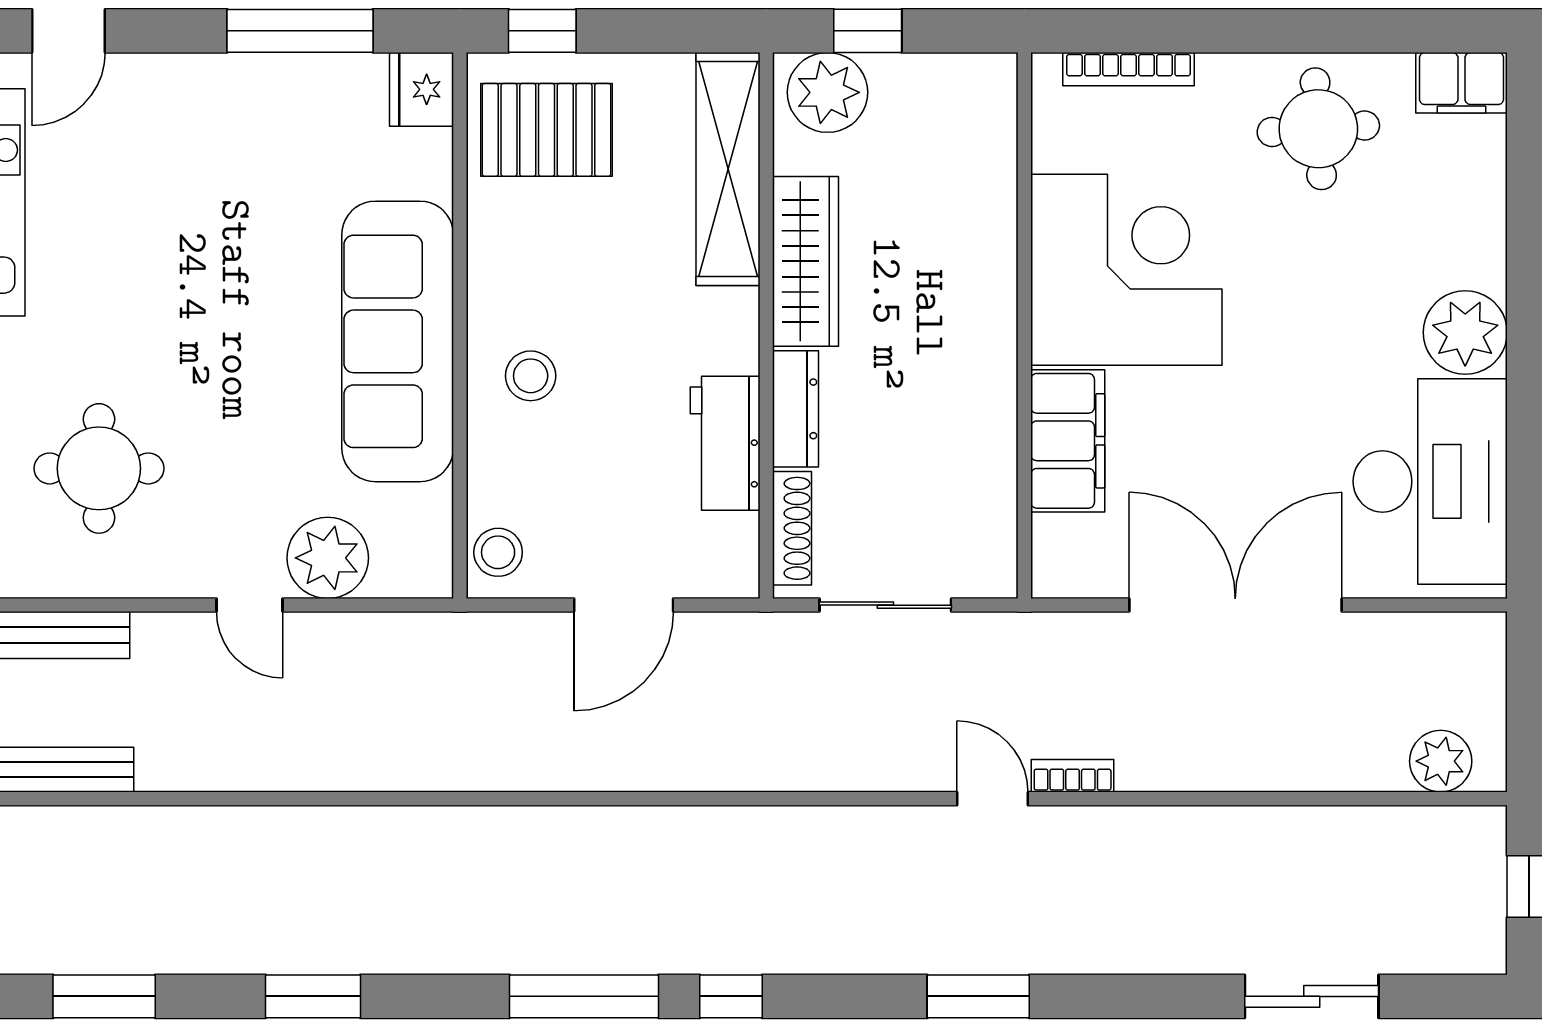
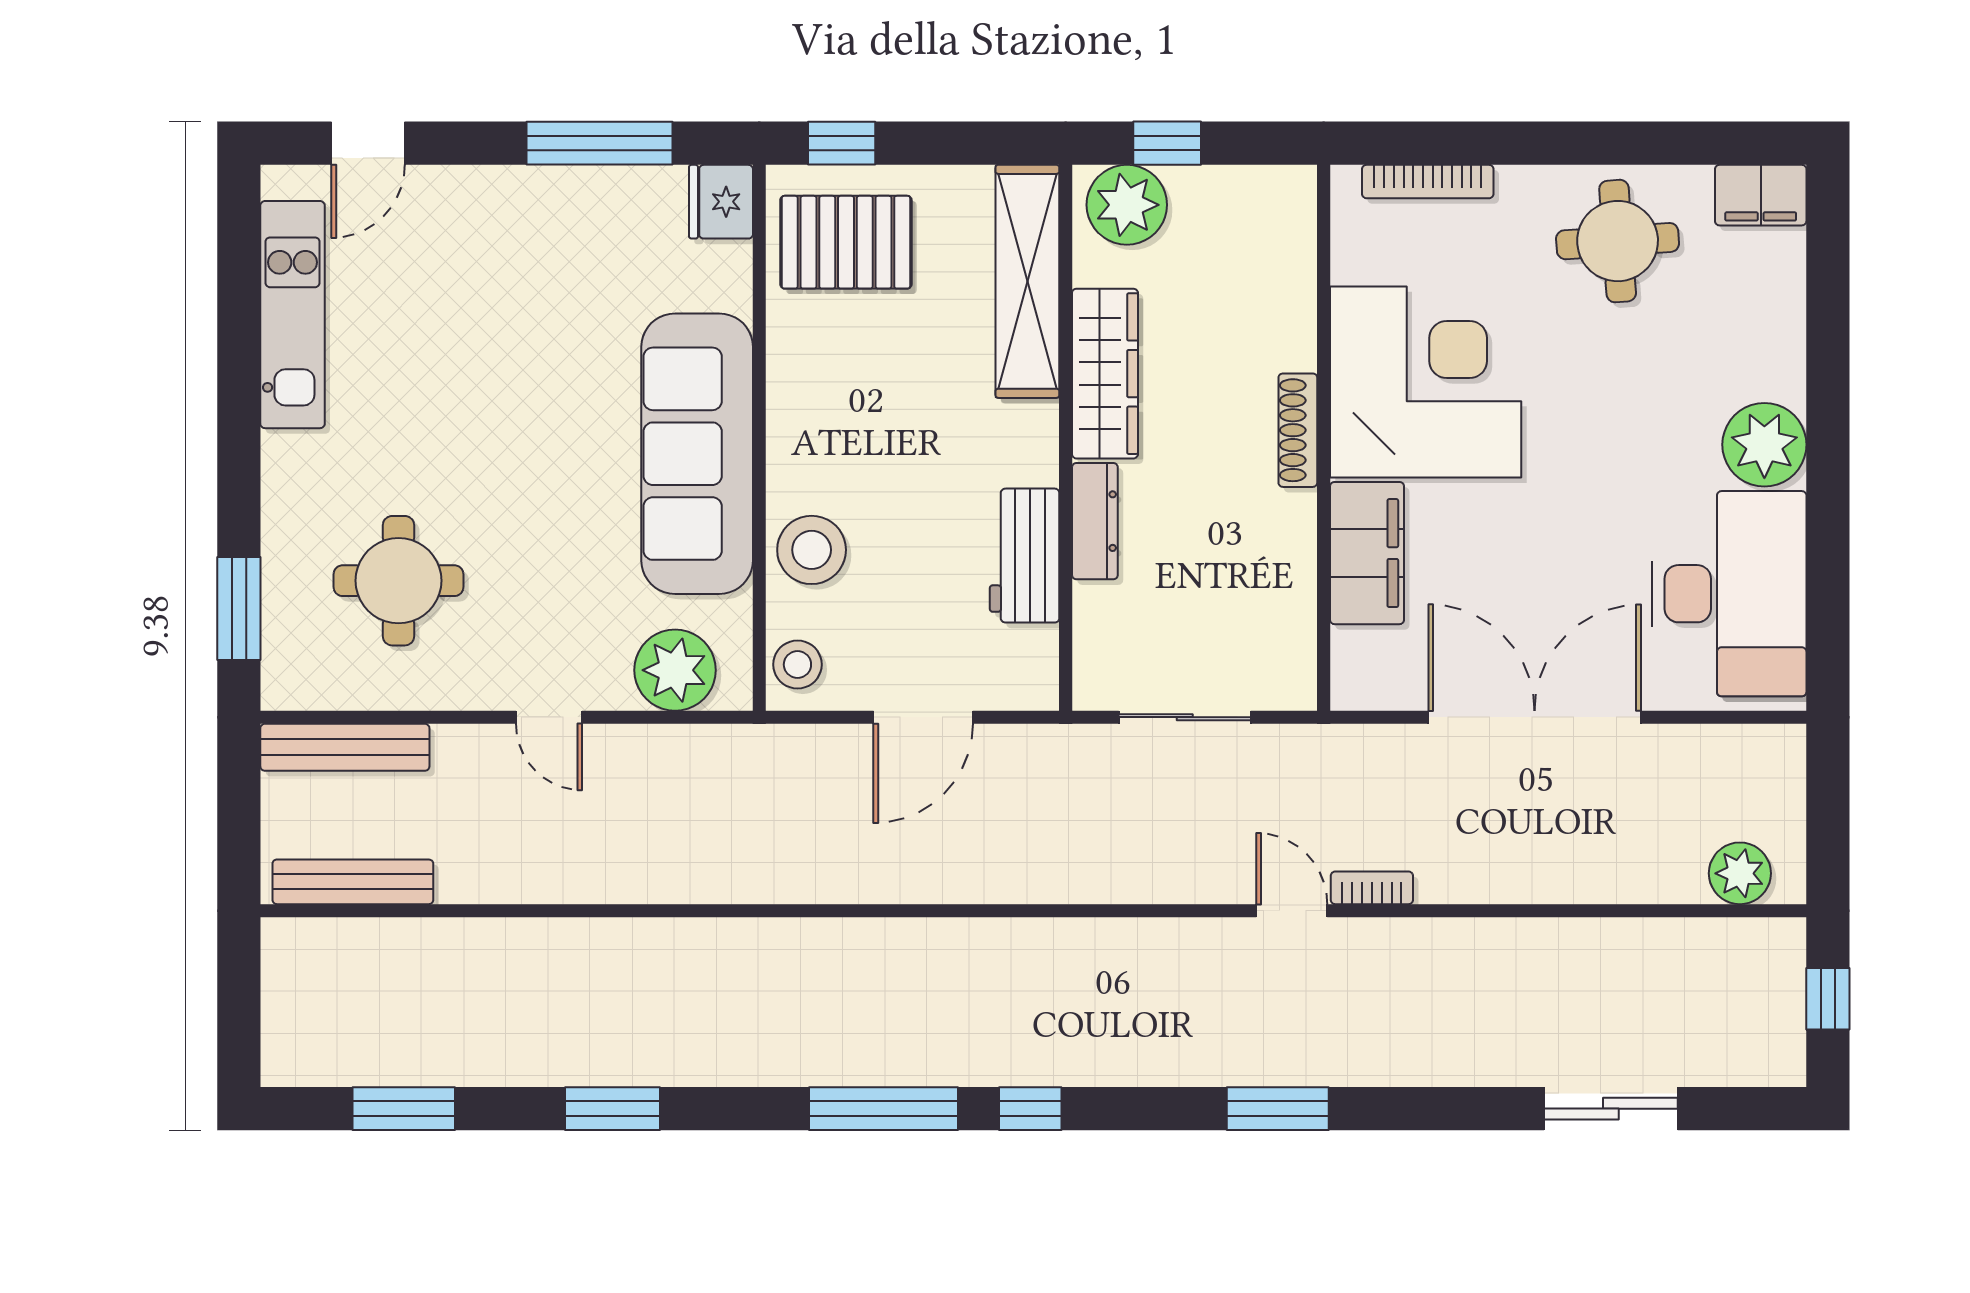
stool: (531, 376) -> (812, 550), moved, width x1.38, depth x1.38
shoe rack: (792, 528) -> (1298, 430), moved, turned 180
plant: (328, 558) -> (675, 670), moved

